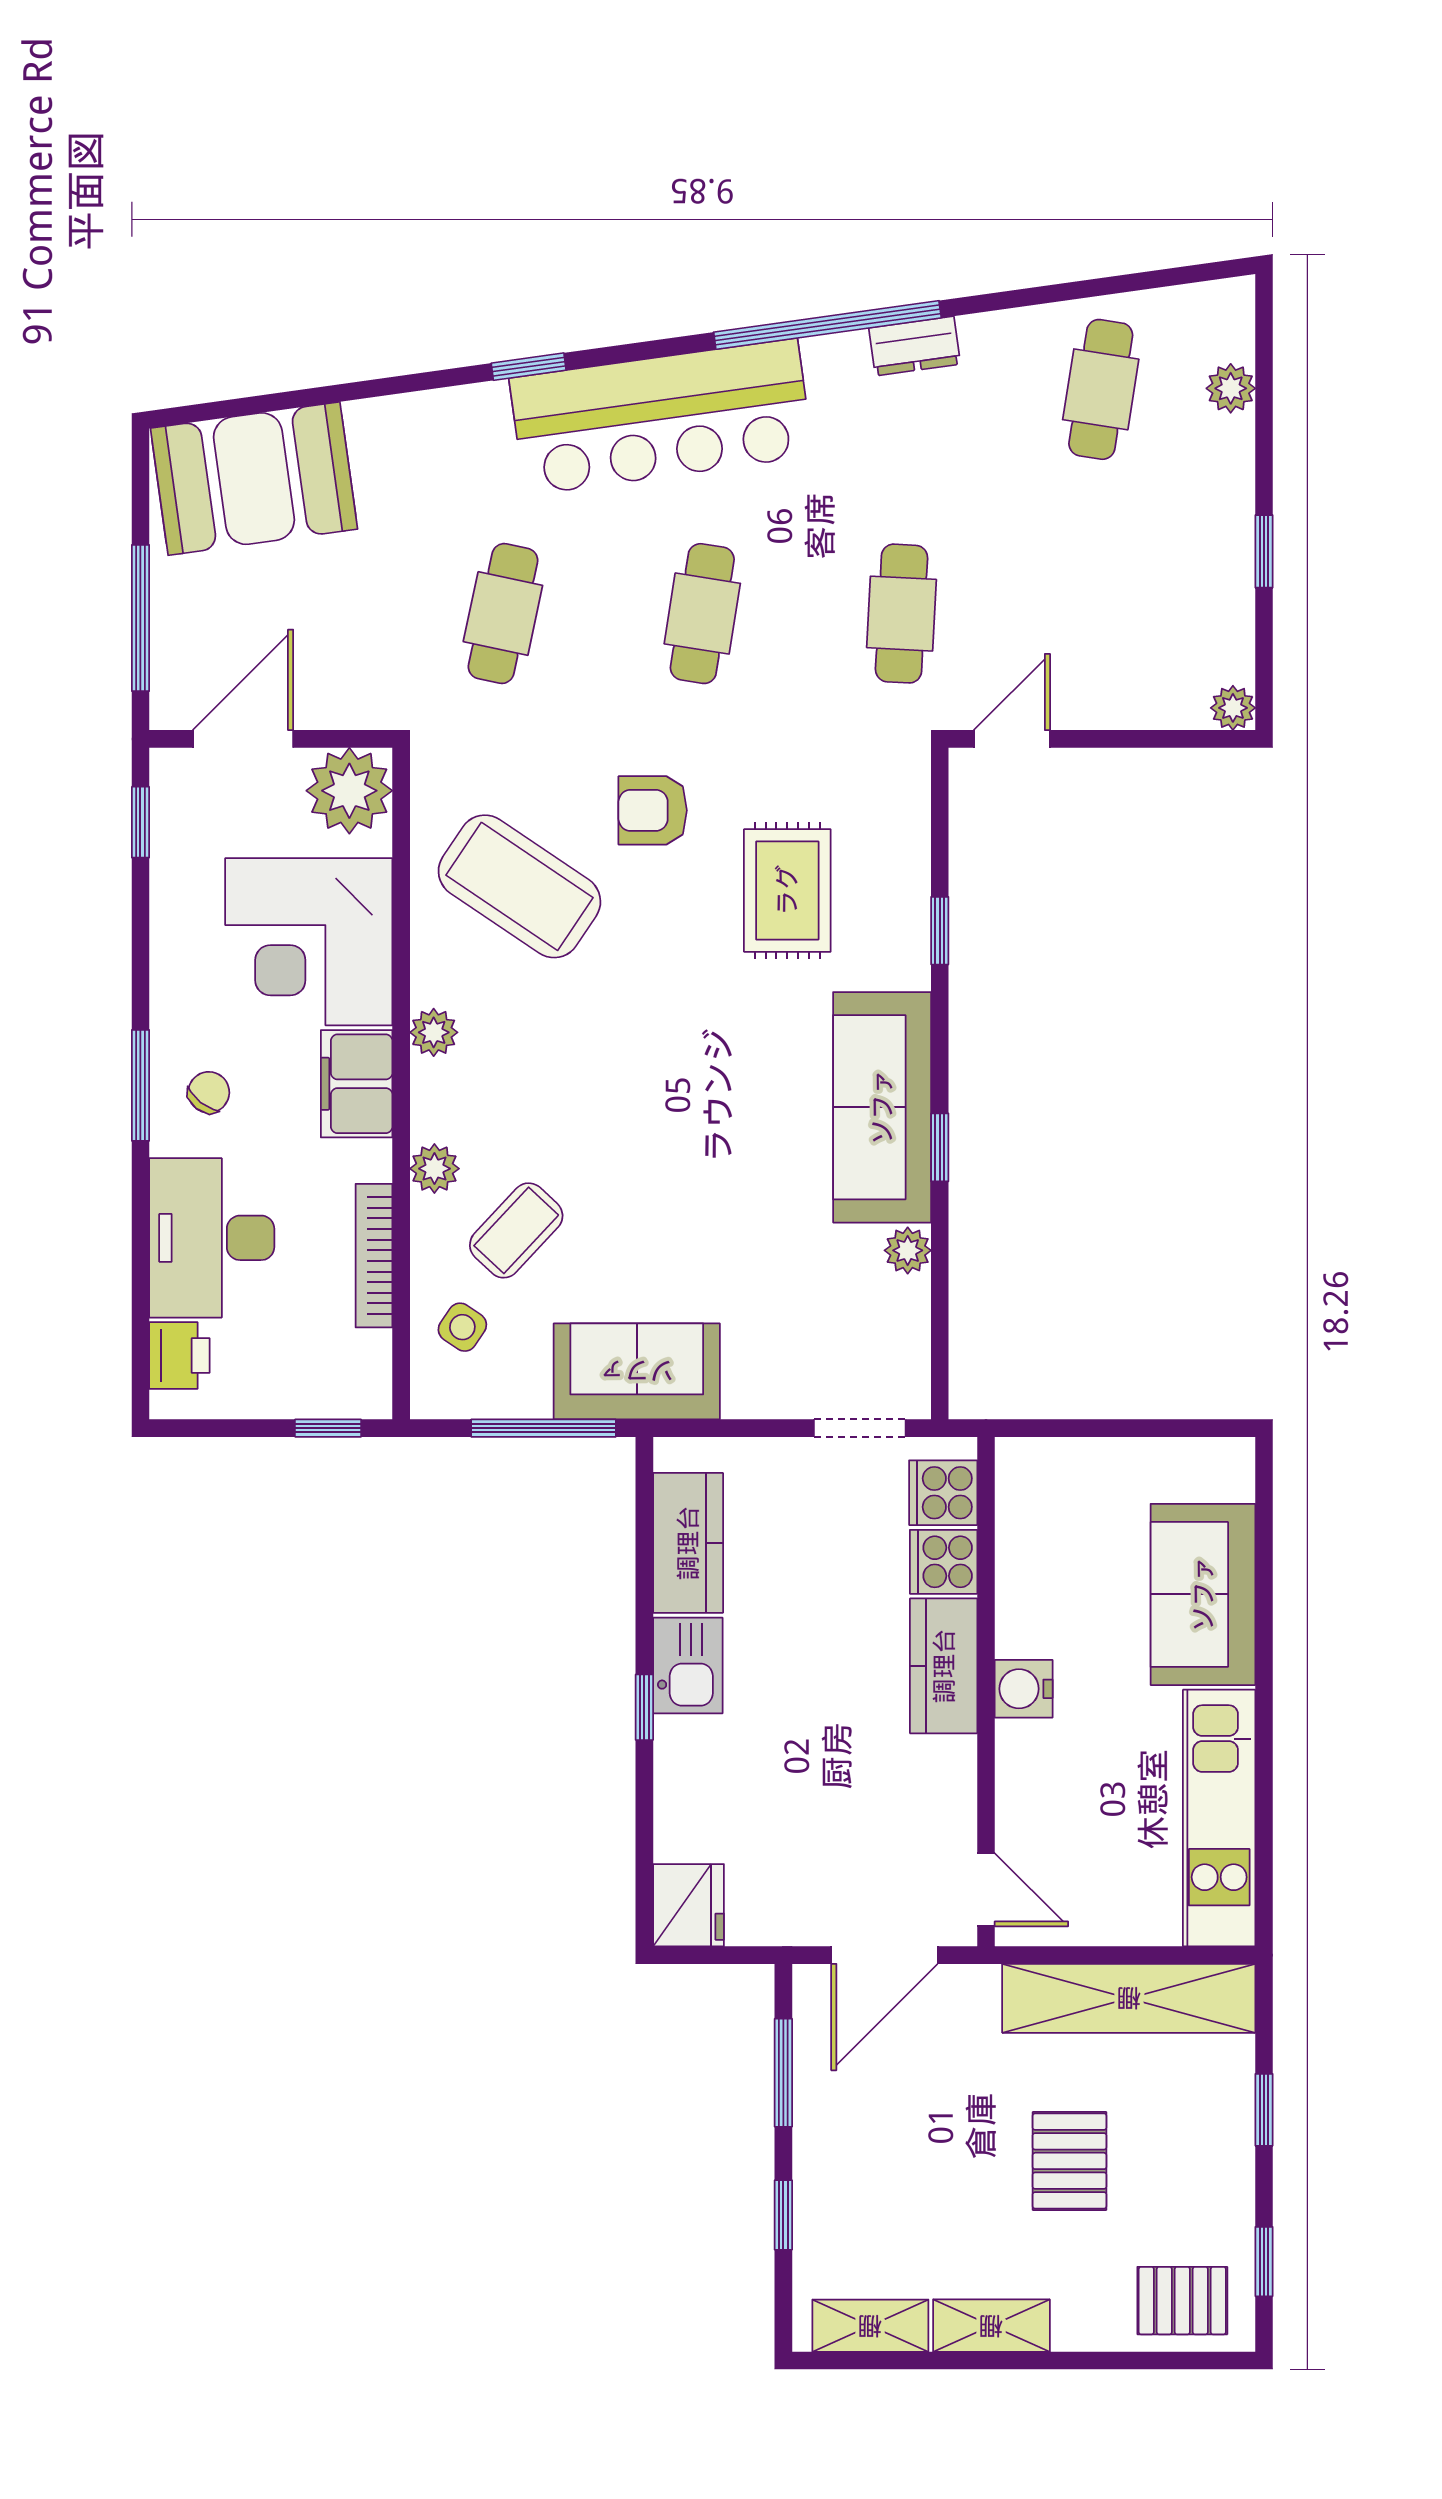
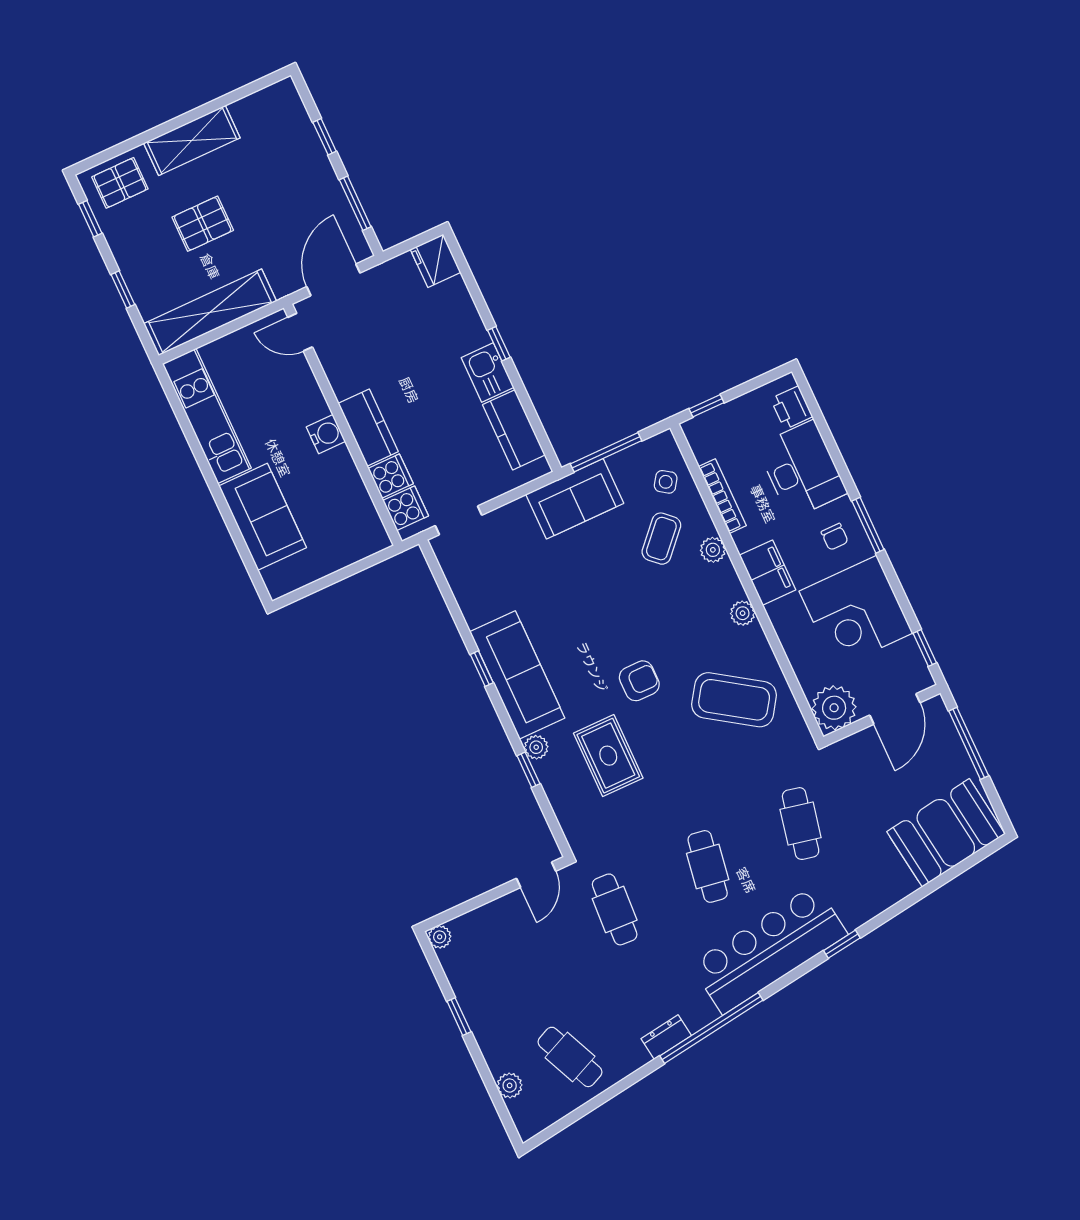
cafe table: (1101, 389) -> (570, 1057), turned -33
armchair: (653, 810) -> (639, 681), moved
corner desk: (309, 942) -> (856, 612), moved, turned 180
chair: (209, 1092) -> (835, 537), turned -38
plant: (908, 1250) -> (536, 747), moved
pallet: (1070, 2161) -> (203, 224), turned 90
shelving: (870, 2326) -> (260, 104), removed
shelving: (991, 2326) -> (192, 140), width x1.50, depth x1.33

